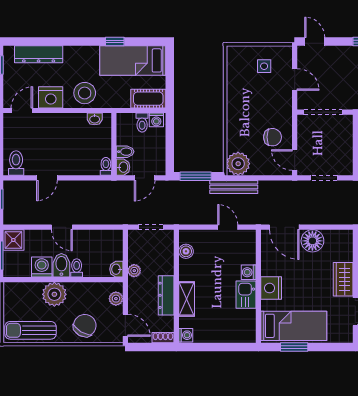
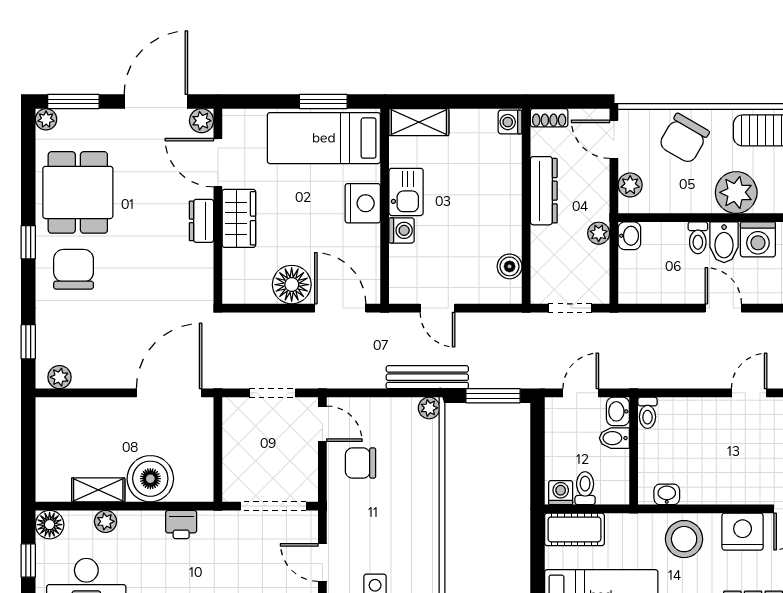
plant: (238, 164) -> (429, 408), width x0.53, depth x0.53
shelving: (187, 299) -> (419, 122), moved, turned 90

